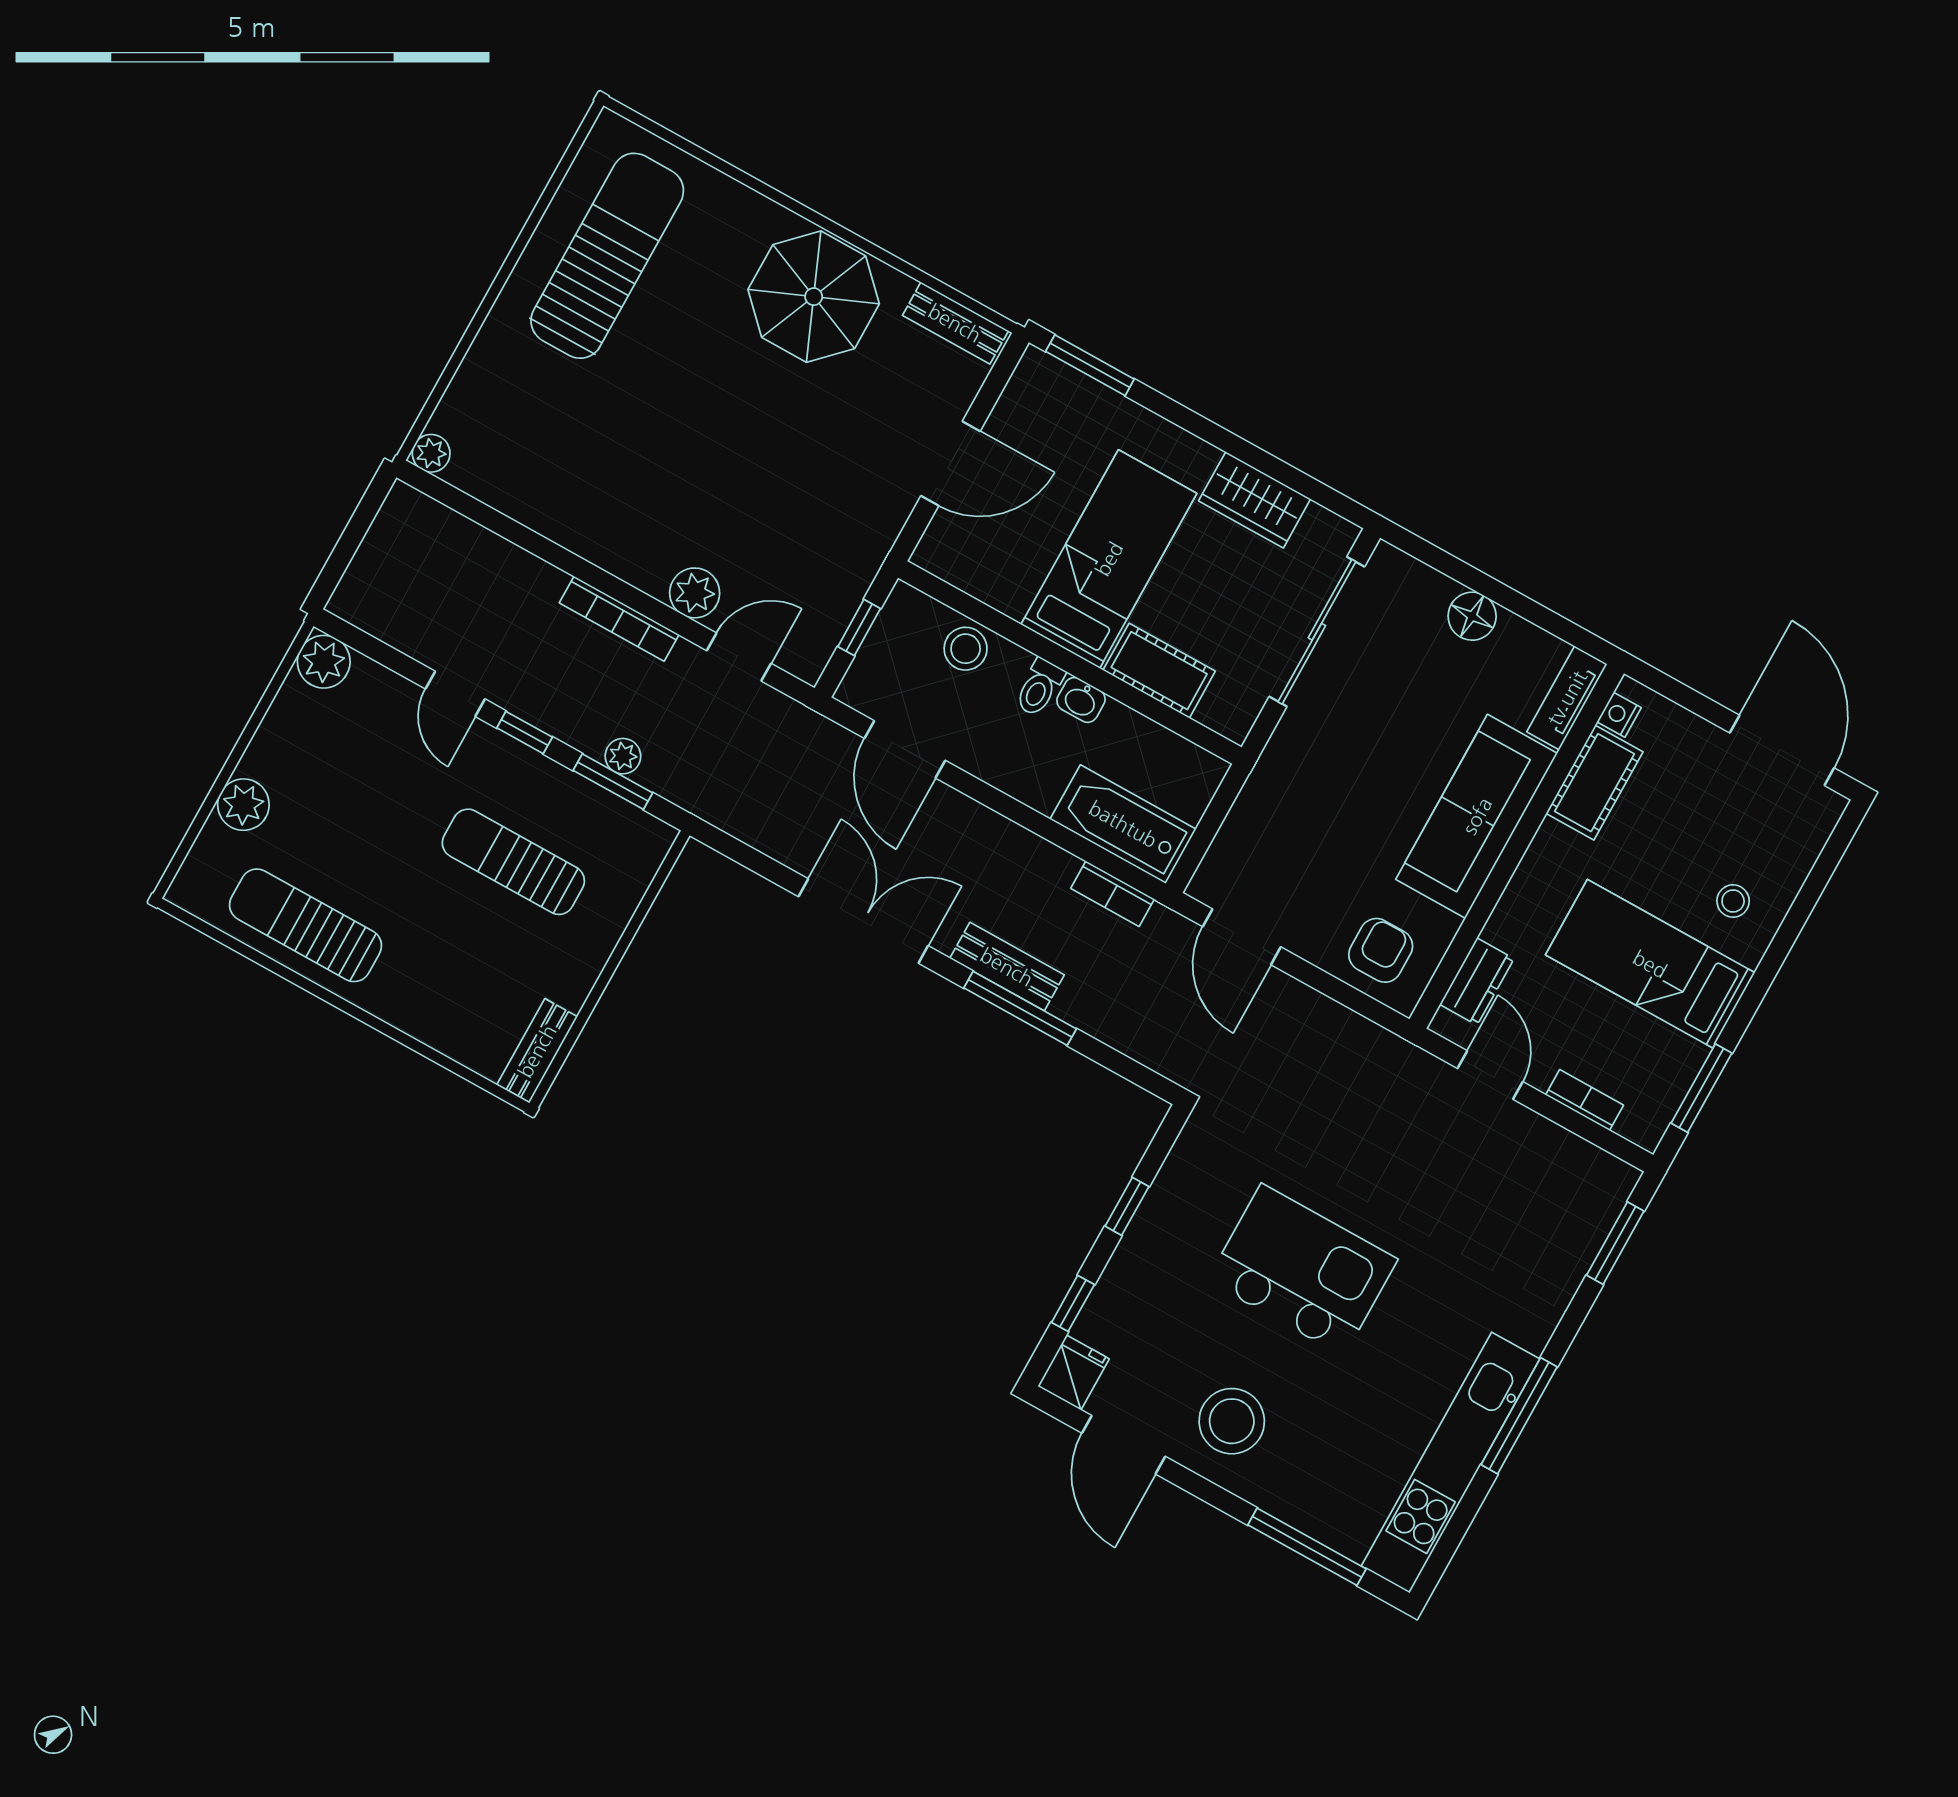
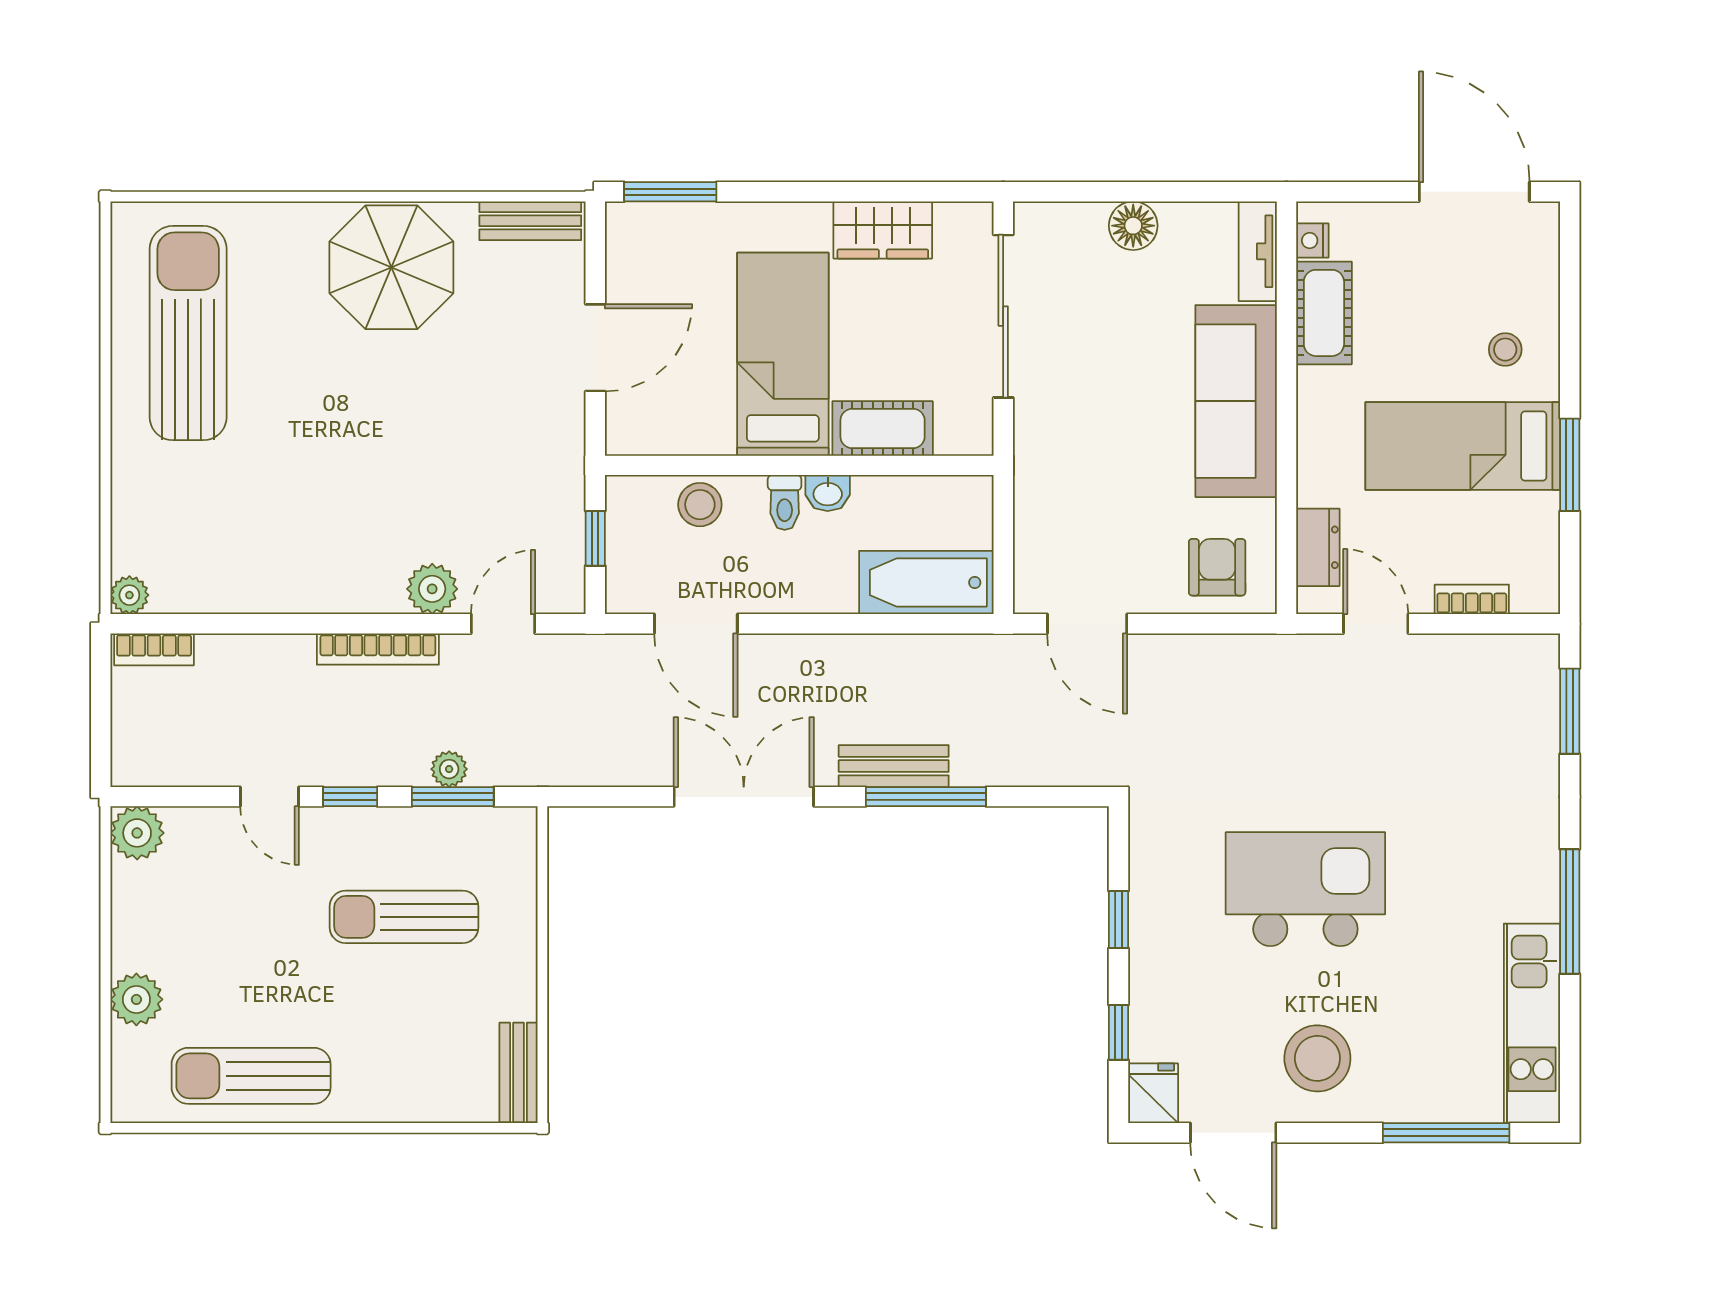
bookcase: (1113, 894) -> (154, 649), moved
window: (1702, 1088) -> (1570, 465), moved
kitchen unit: (1451, 1463) -> (1532, 1023), width x0.73

